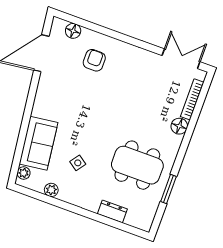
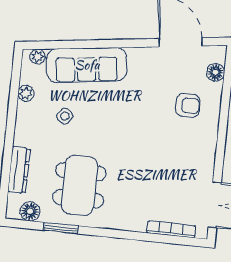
floor lamp: (179, 126) -> (30, 211), moved
sofa: (39, 143) -> (87, 65), width x1.36
dresser: (112, 211) -> (19, 170), width x1.44

